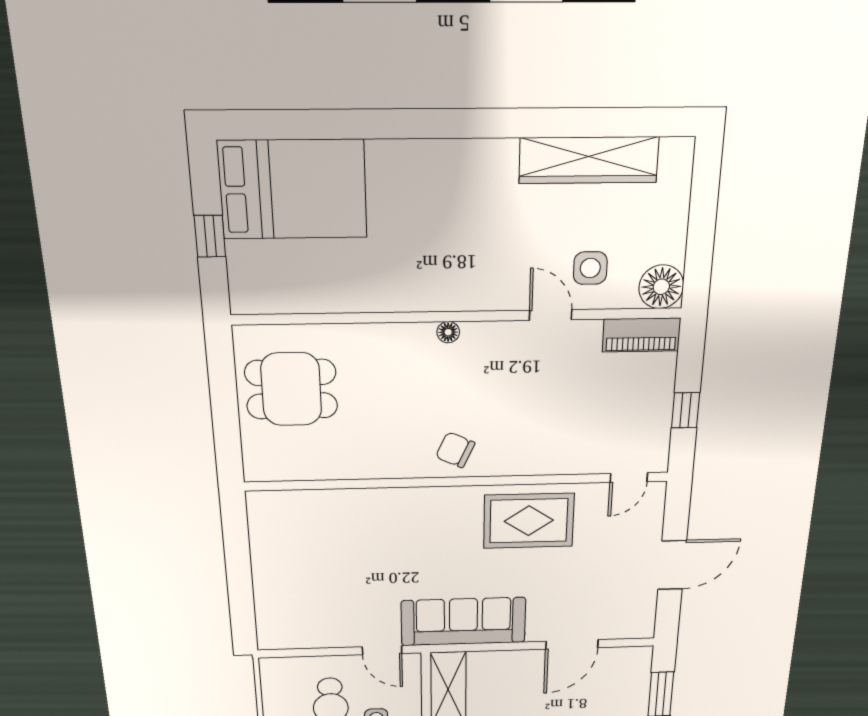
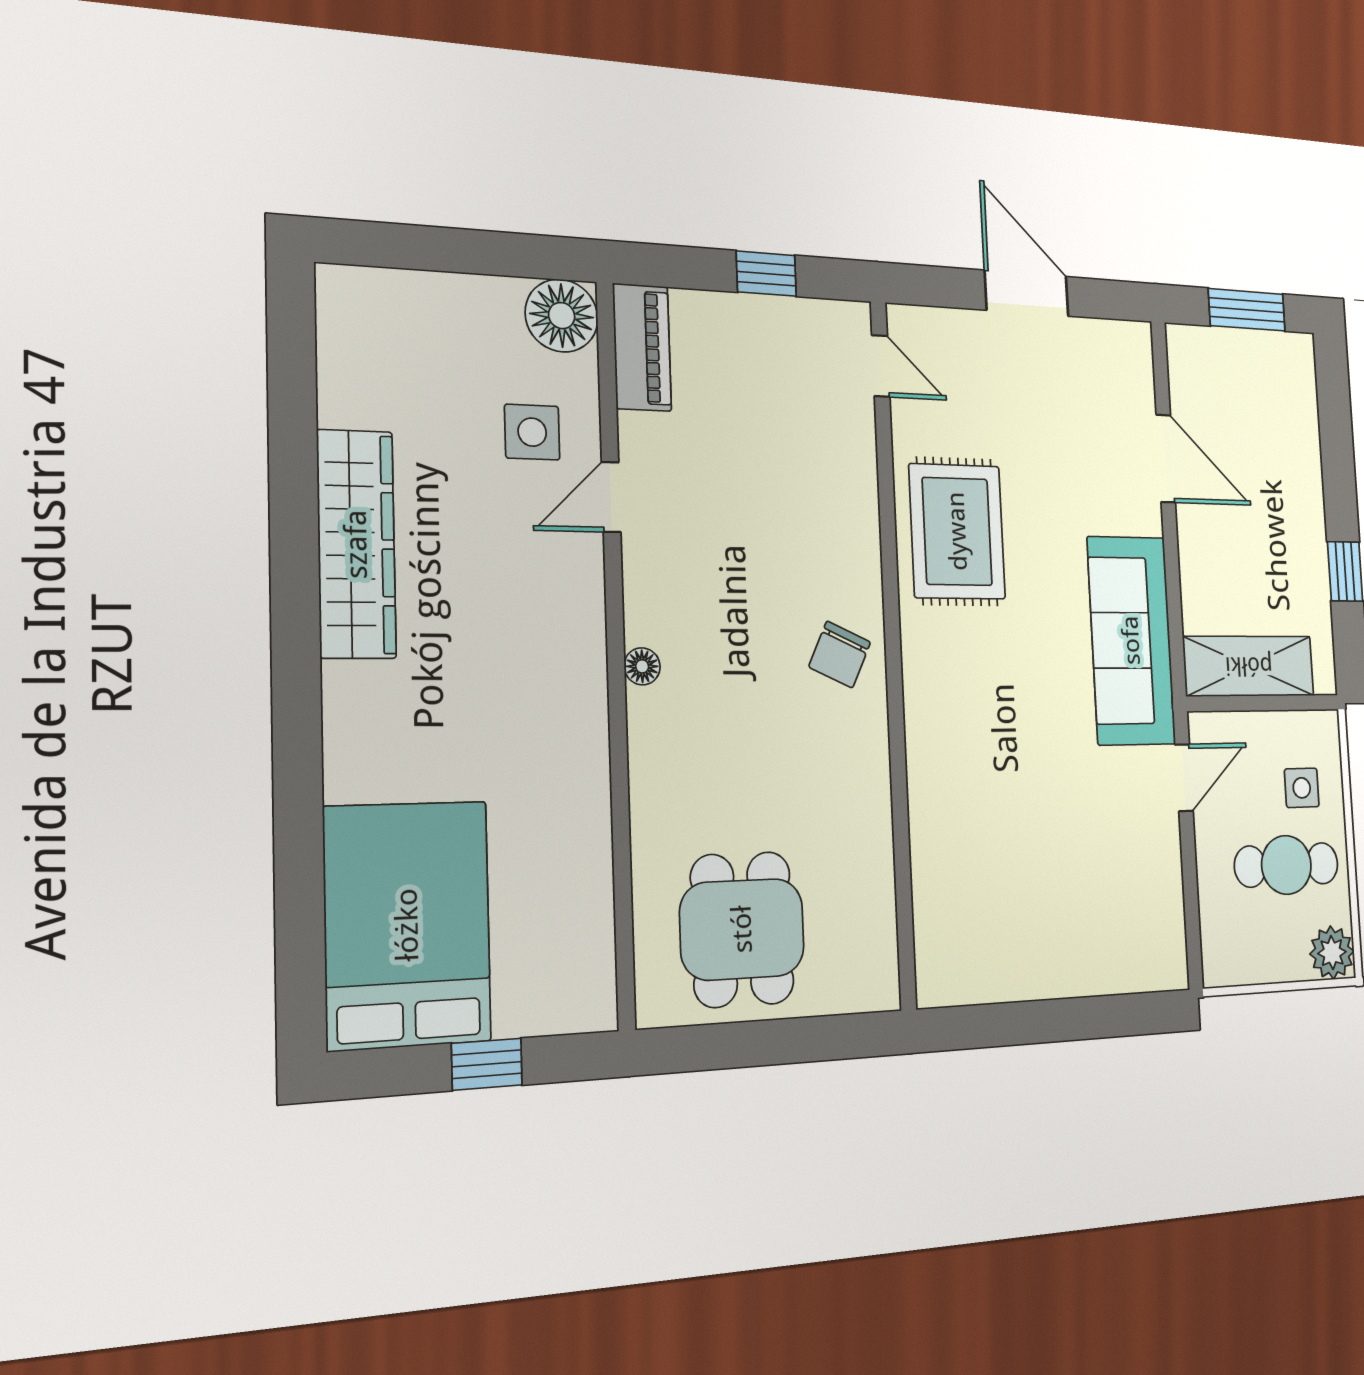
wardrobe: (589, 160) -> (356, 544), moved

